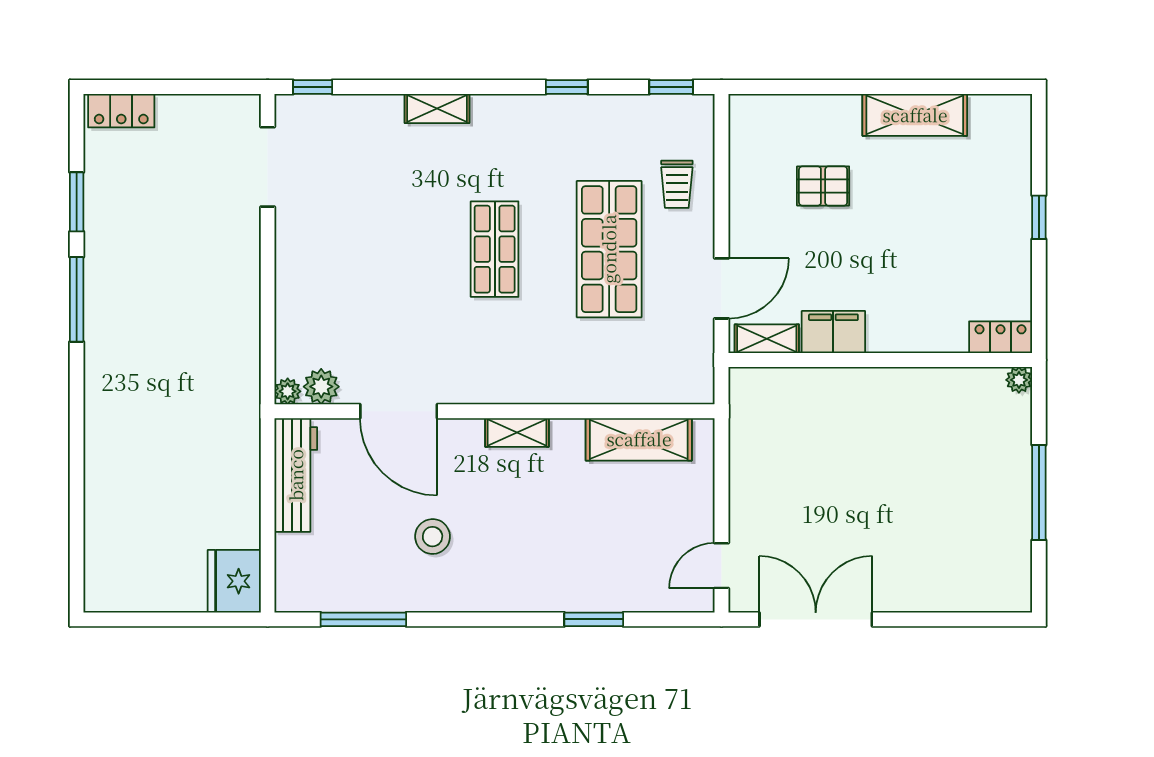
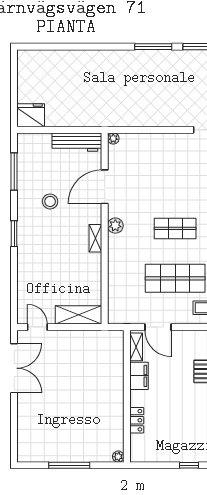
locker: (1001, 337) -> (137, 420), moved
plant: (321, 387) -> (115, 226), moved
shelving: (639, 439) -> (78, 315), moved, turned 90
window: (594, 619) -> (14, 234), moved

